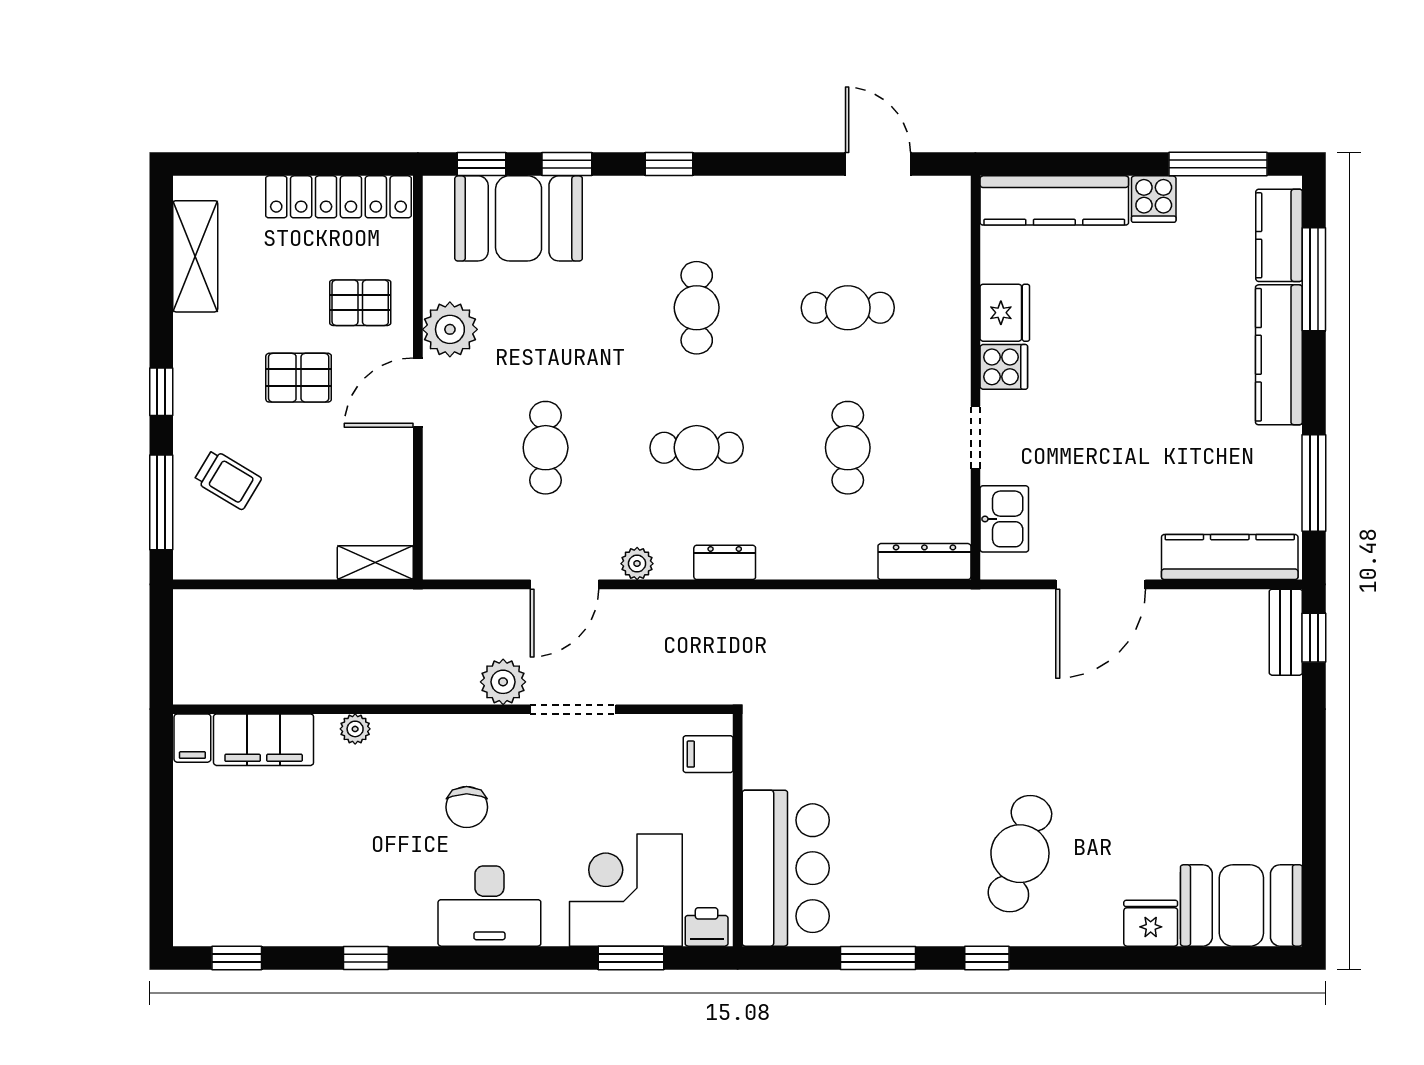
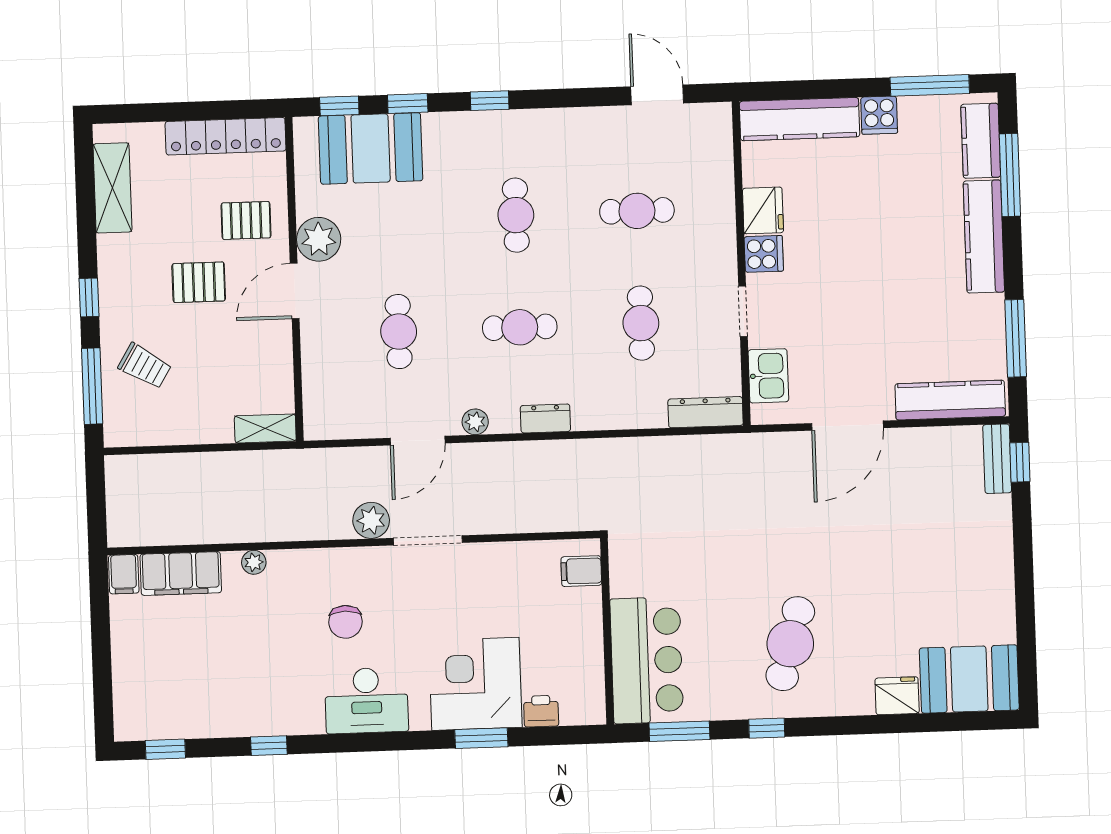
filing cabinet: (708, 754) -> (581, 571), moved
wall: (738, 830) -> (607, 631), moved
bar counter: (786, 868) -> (647, 660), moved

